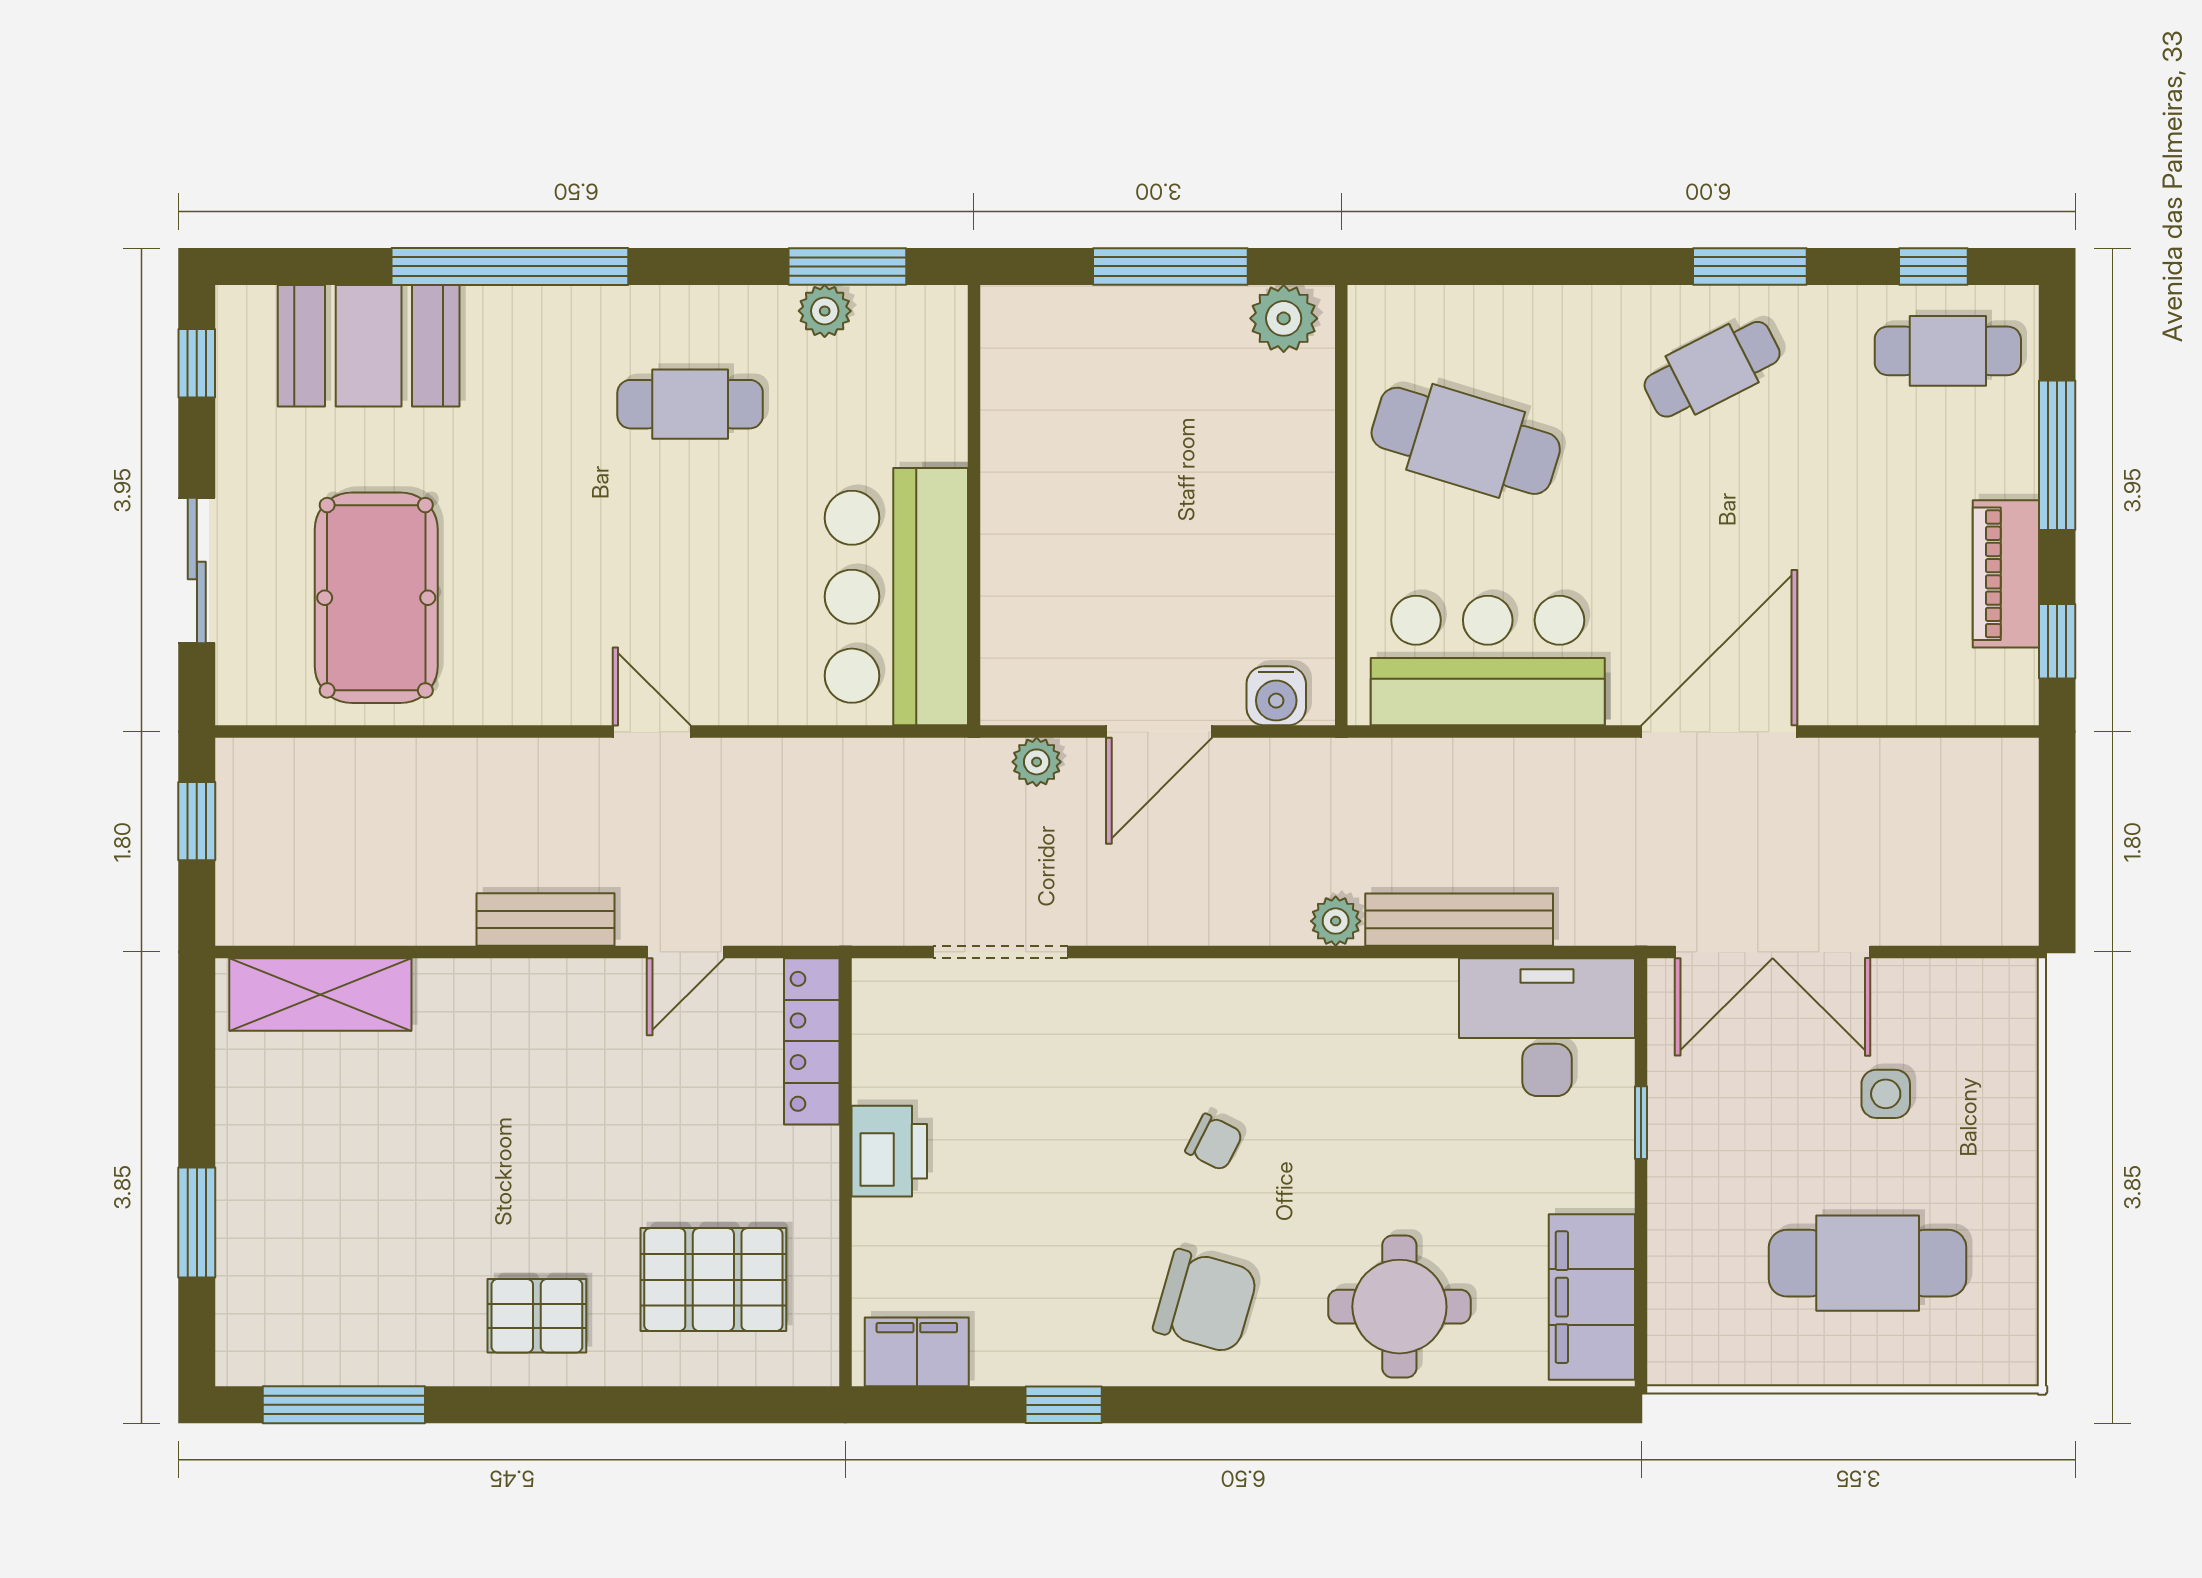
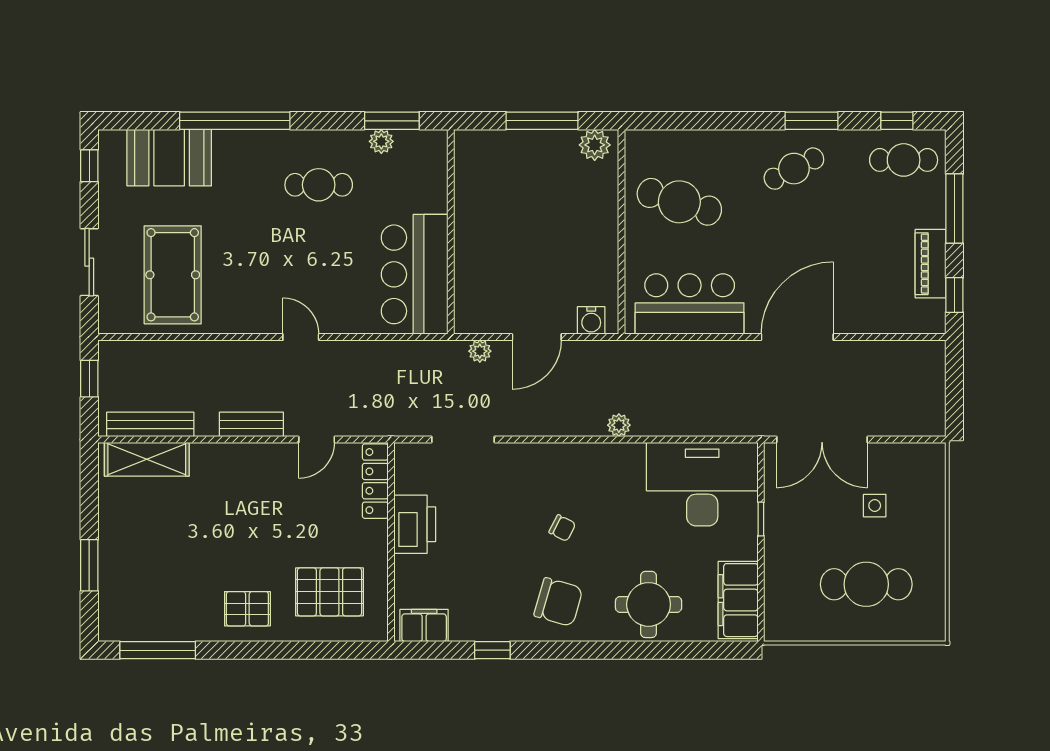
bench: (1459, 920) -> (150, 424), moved
desk: (1547, 1027) -> (702, 484), width x1.36, depth x1.30
printer: (889, 1151) -> (415, 524), width x1.37, depth x1.19

